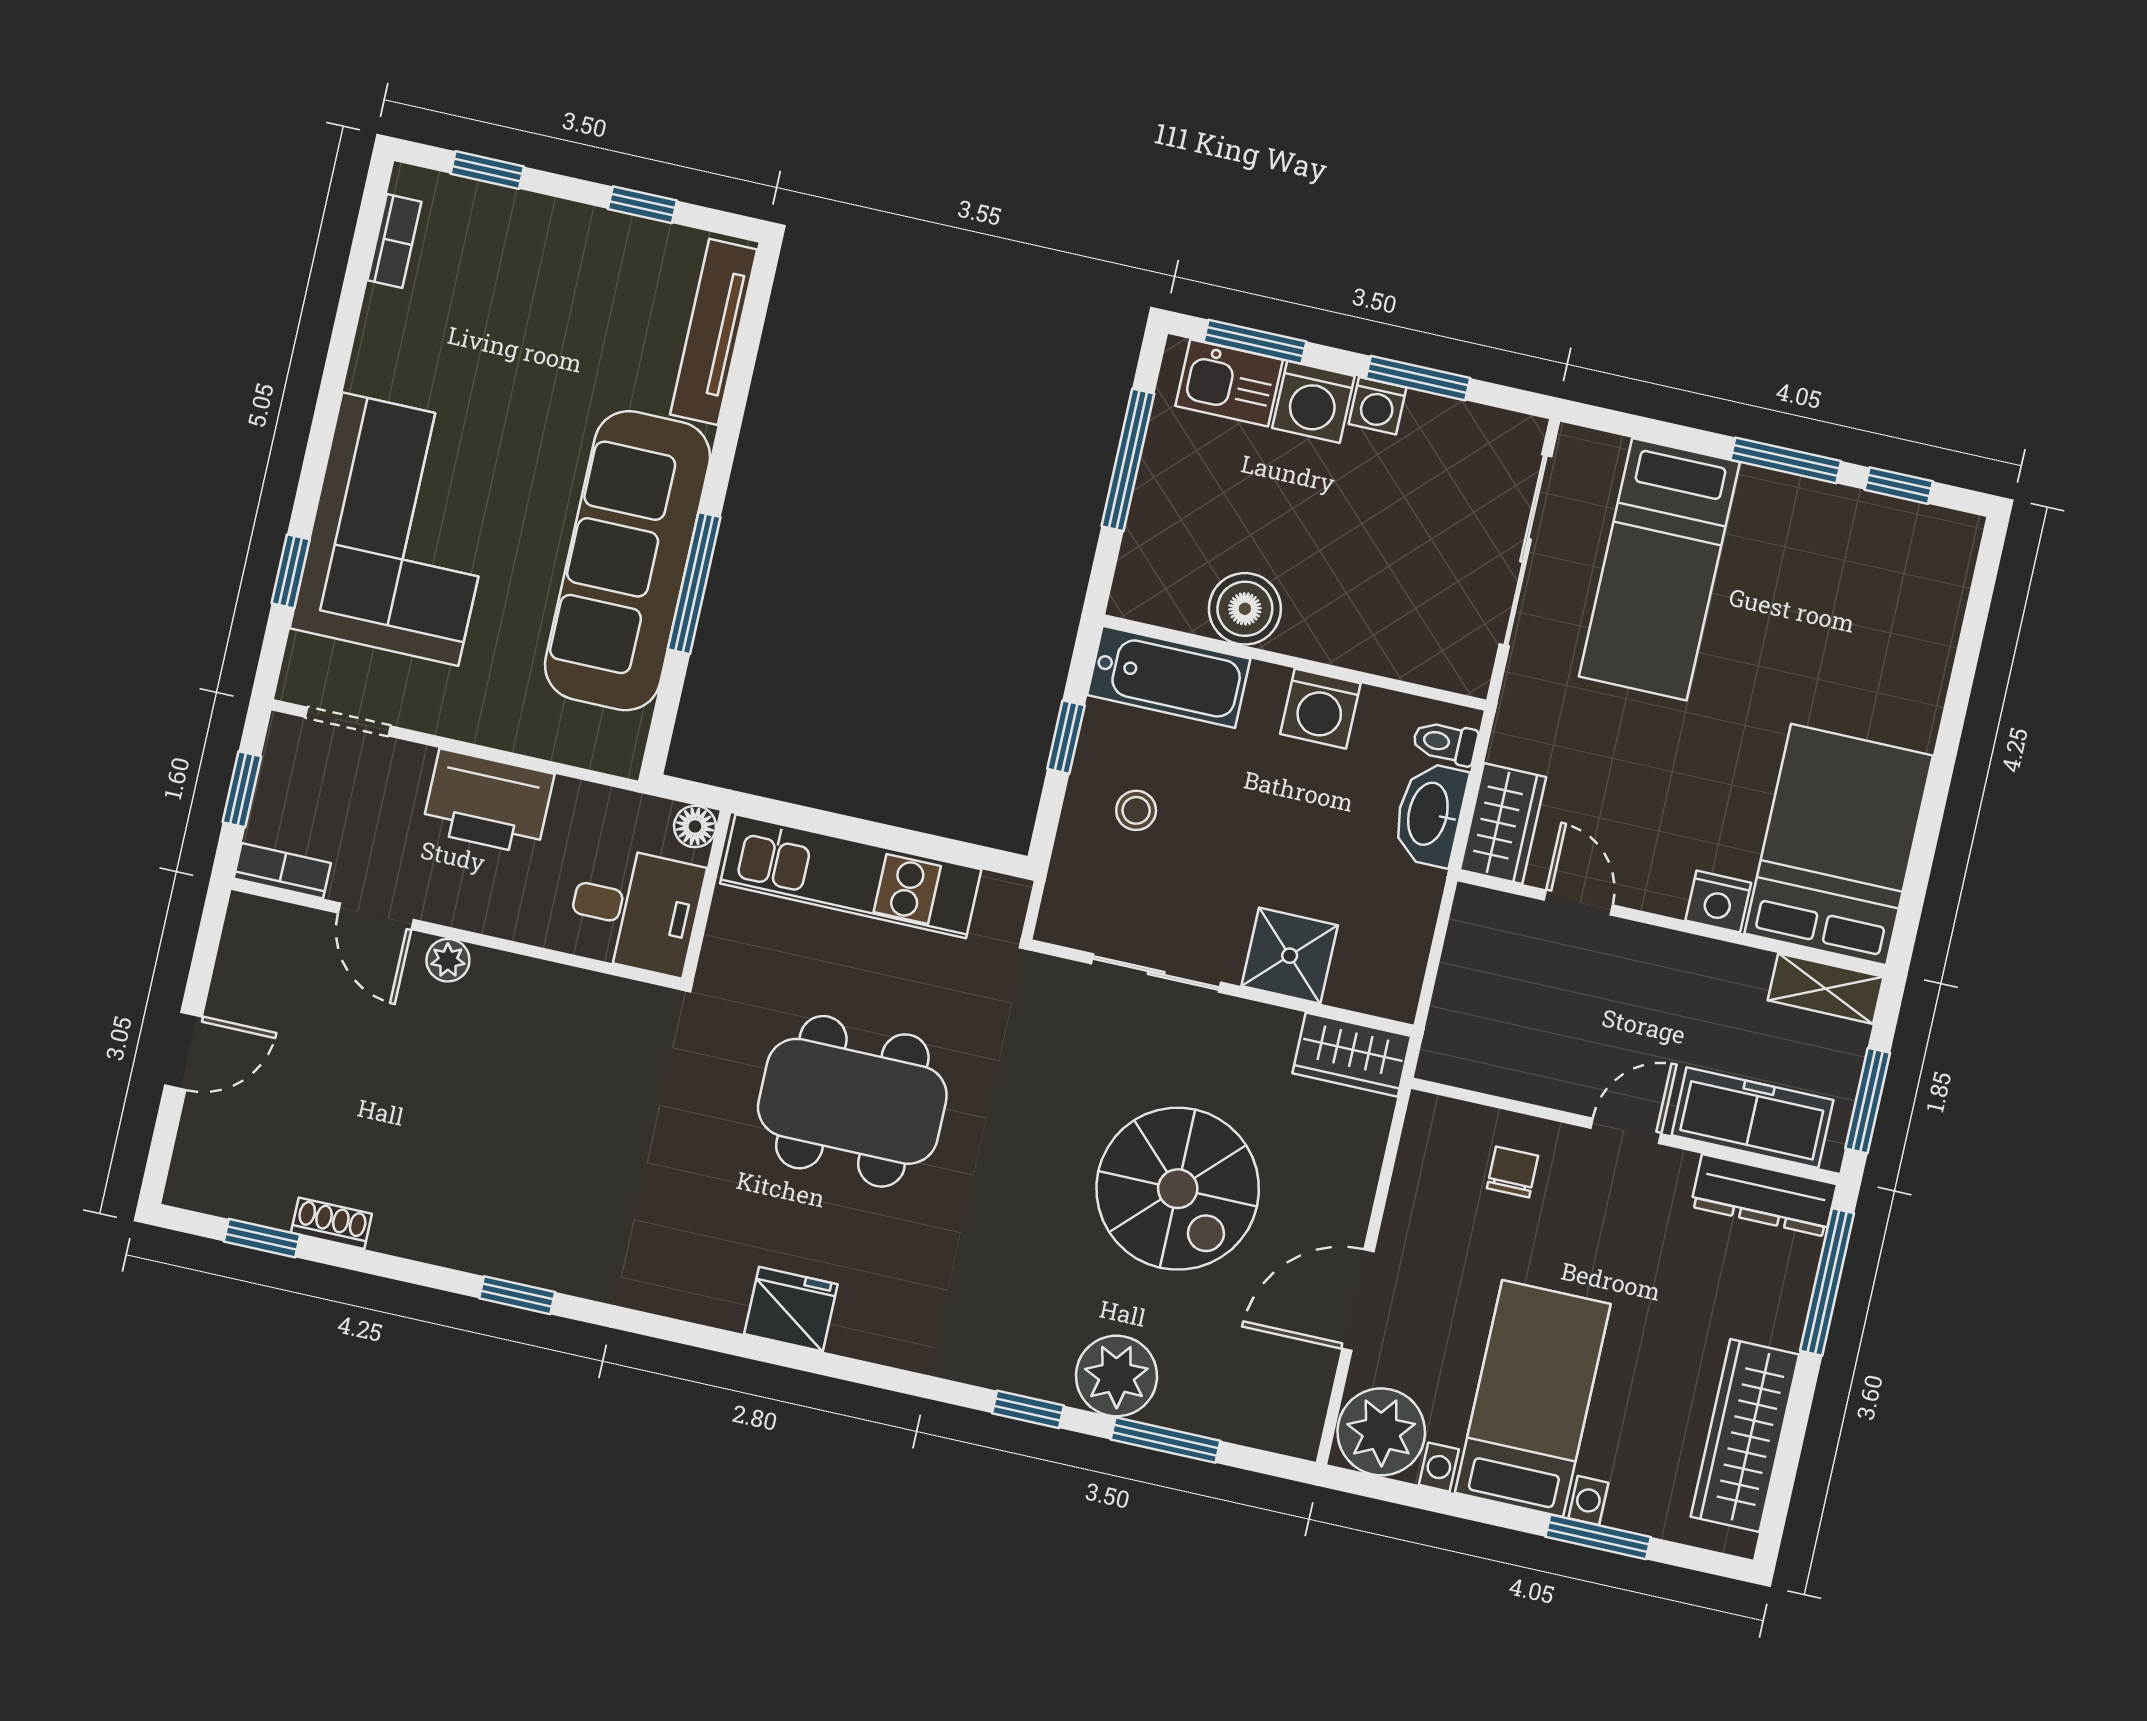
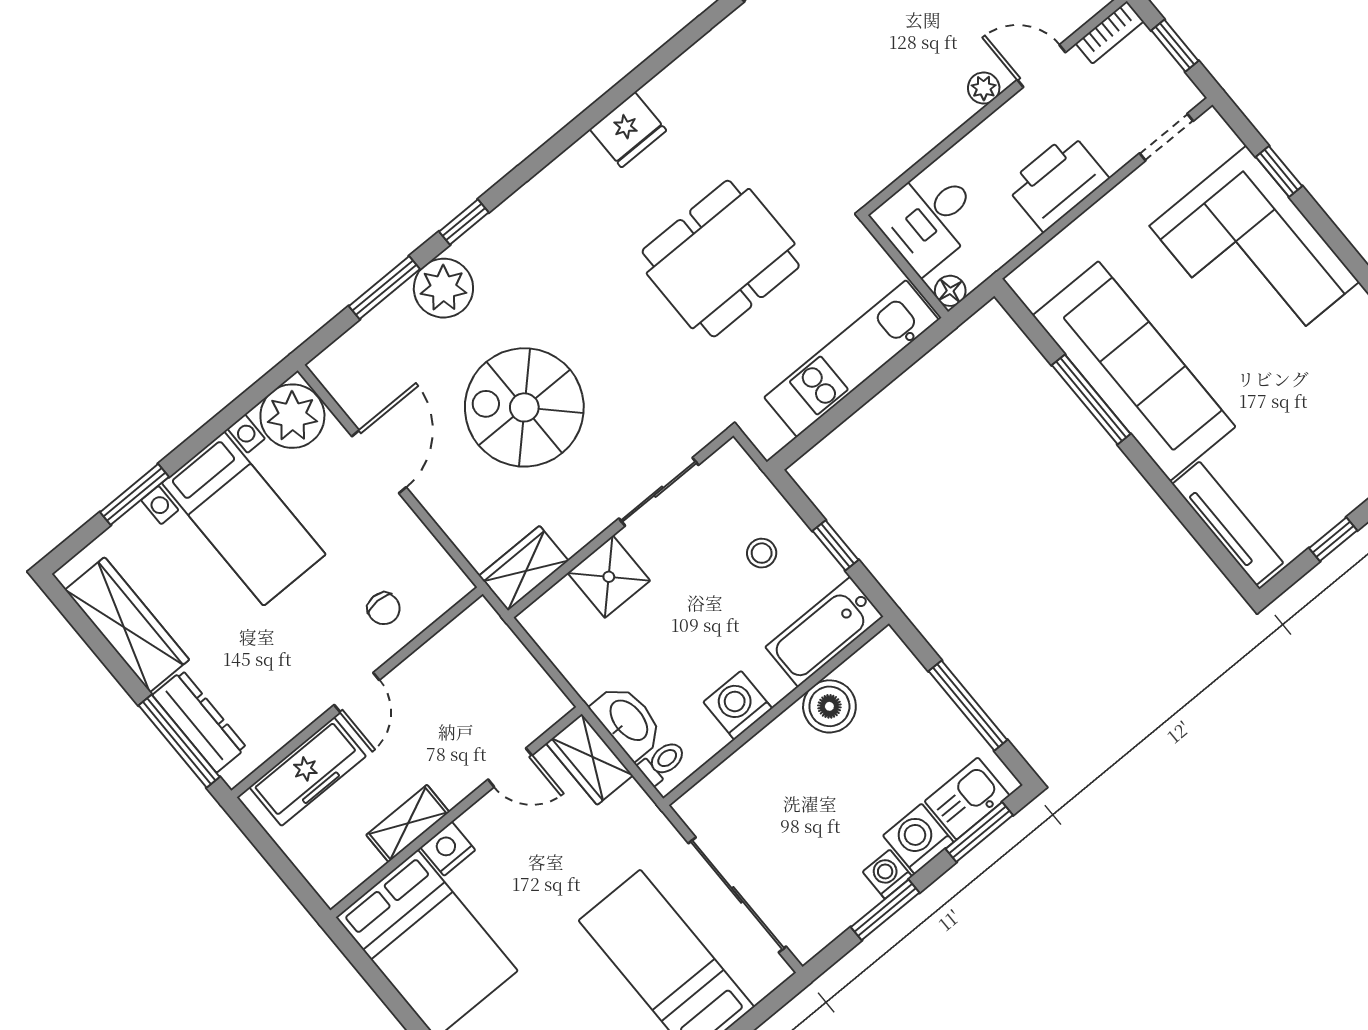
shelving: (1826, 989) -> (408, 823), moved
window: (1868, 1101) -> (266, 846), removed
dresser: (1764, 1195) -> (199, 721), moved, turned 90

